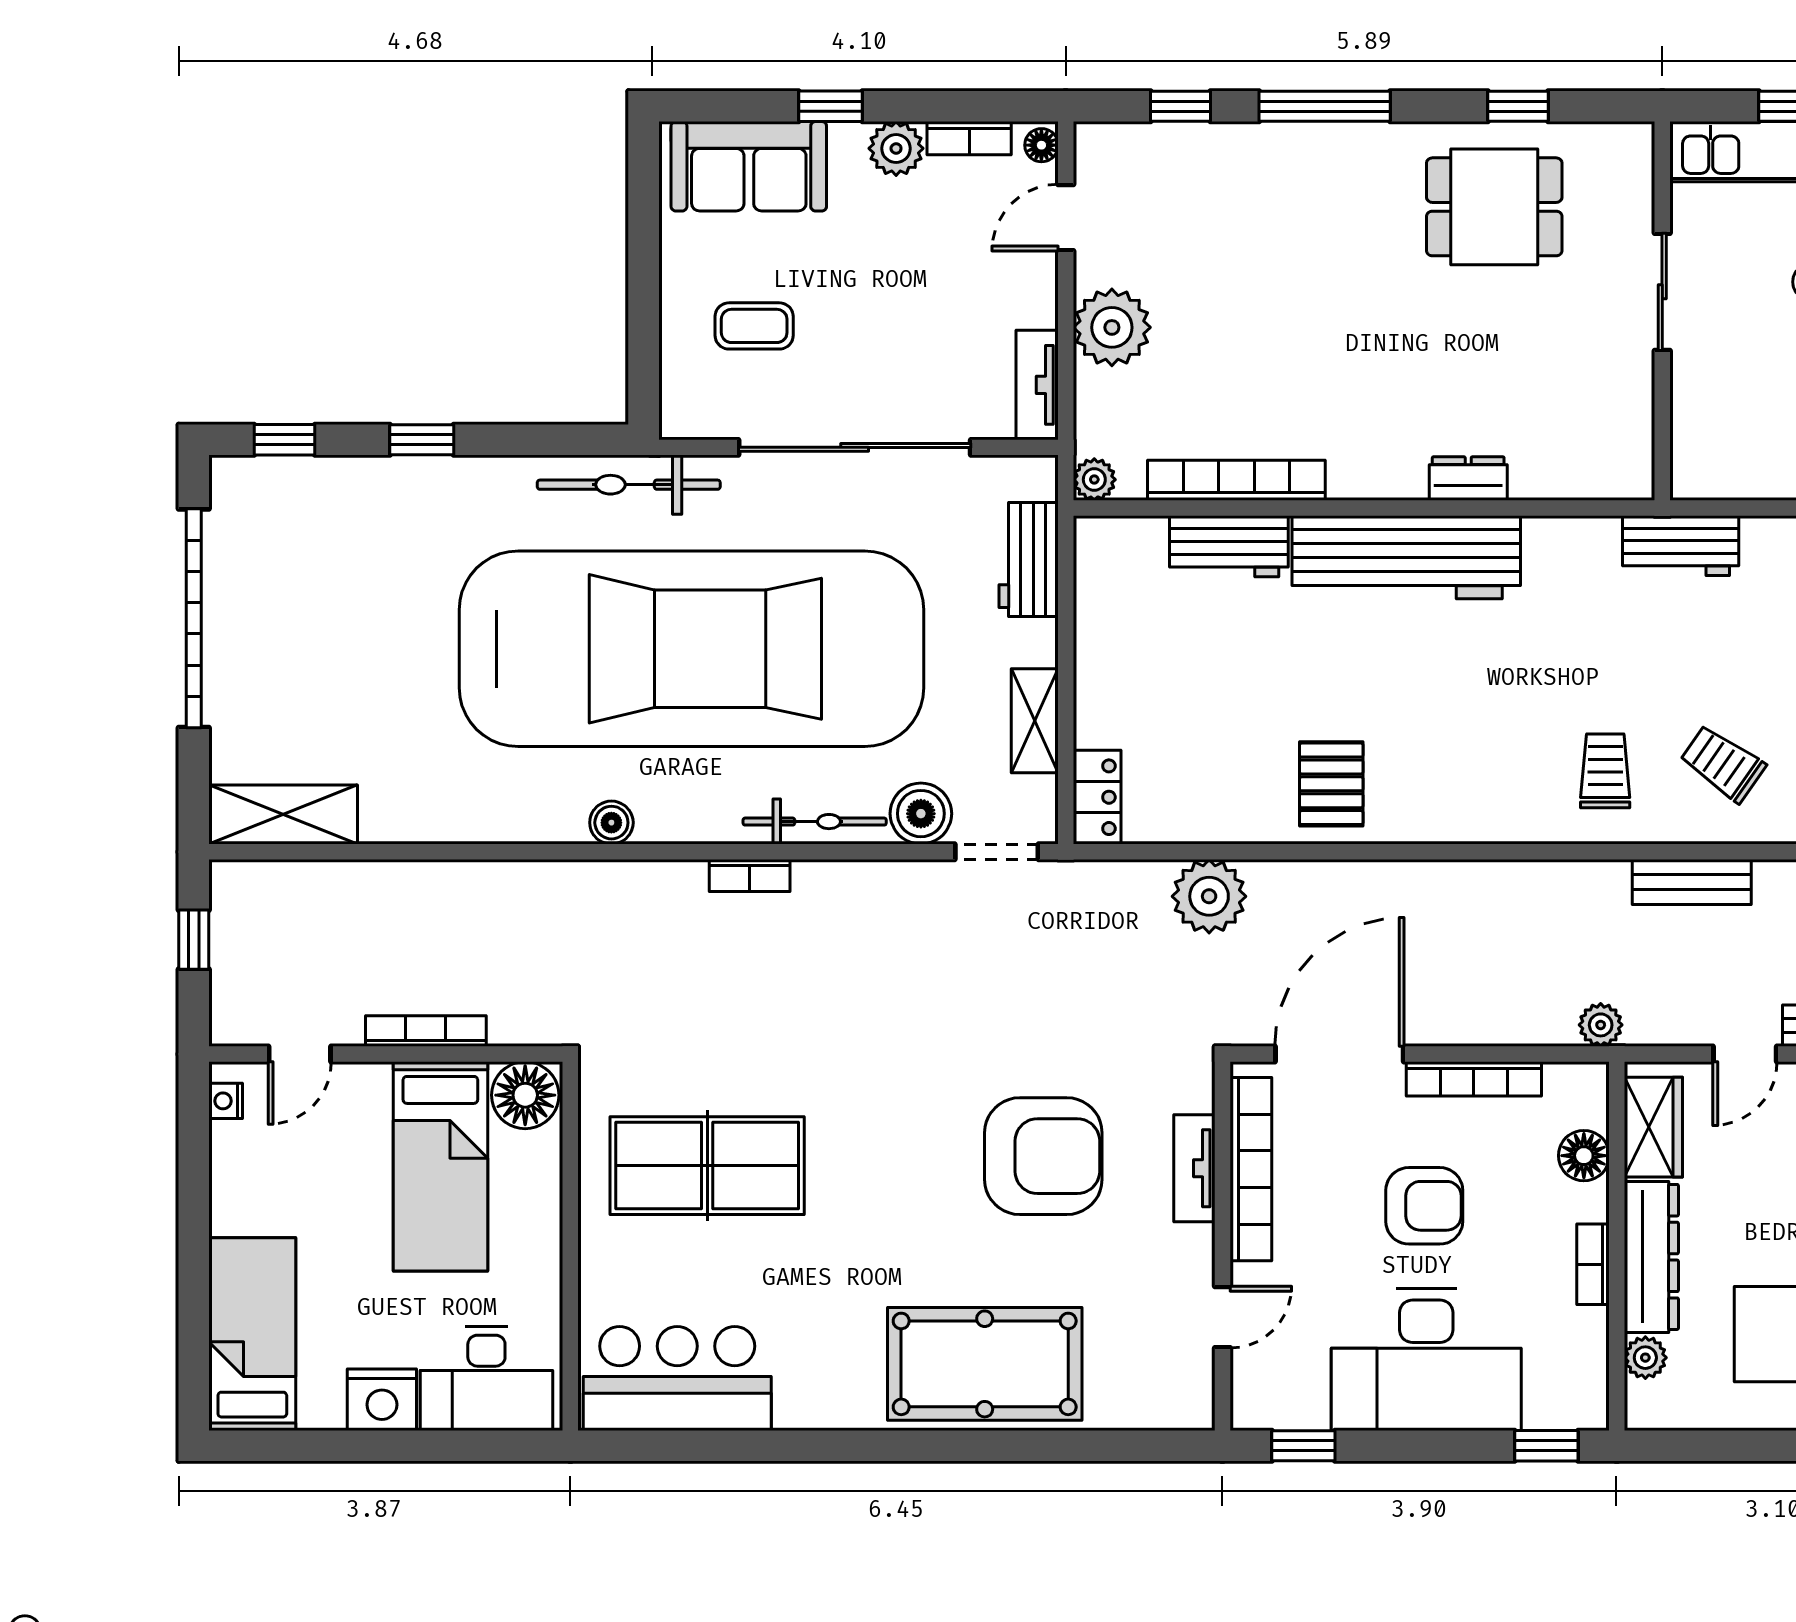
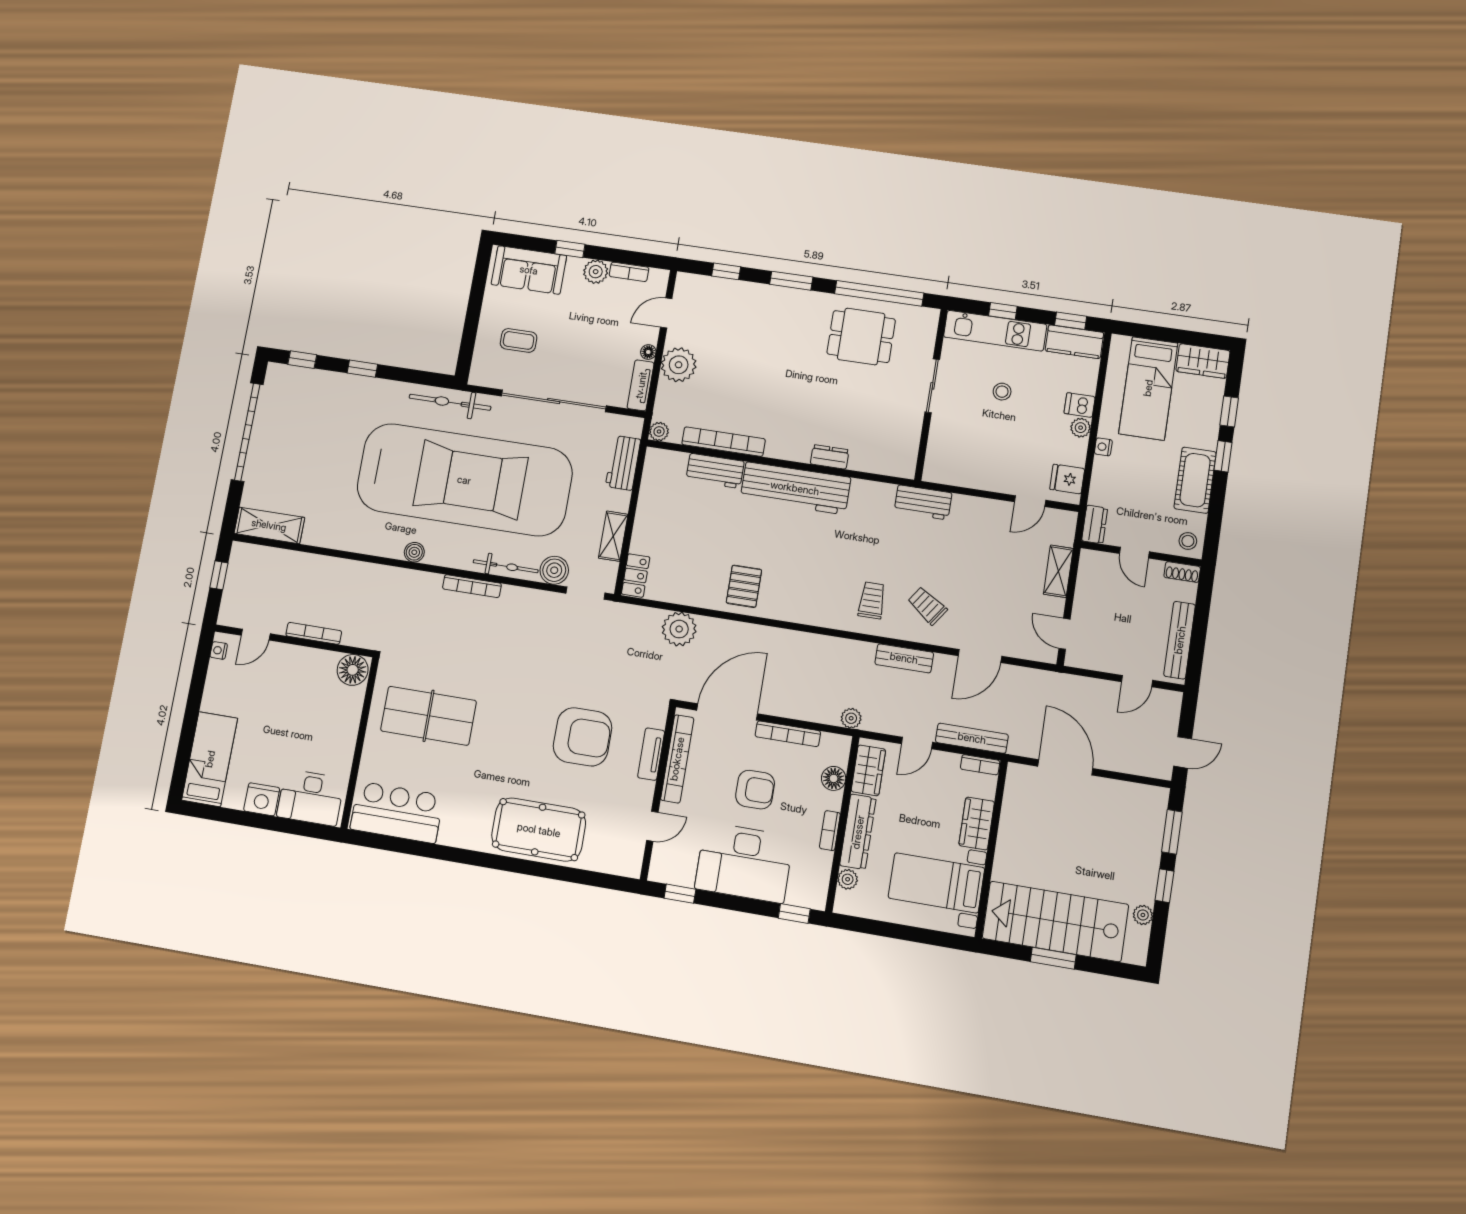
window: (1325, 106) -> (791, 281), width x0.69
window: (1518, 106) -> (879, 293), width x3.17
floor lamp: (1041, 145) -> (648, 352), moved
bookcase: (750, 875) -> (472, 586), width x1.56
bed: (440, 1166) -> (308, 696), removed

